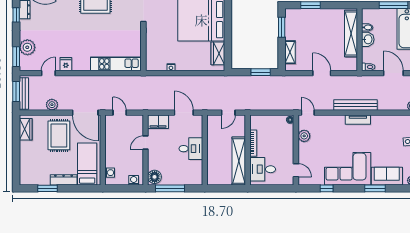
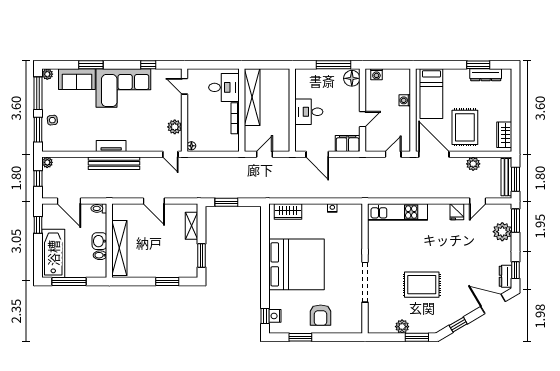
wardrobe: (218, 53) -> (288, 212), moved, turned 90
door: (120, 113) -> (393, 154), swing flipped
washing machine: (110, 173) -> (405, 100), moved
dresser: (64, 180) -> (486, 75), moved

